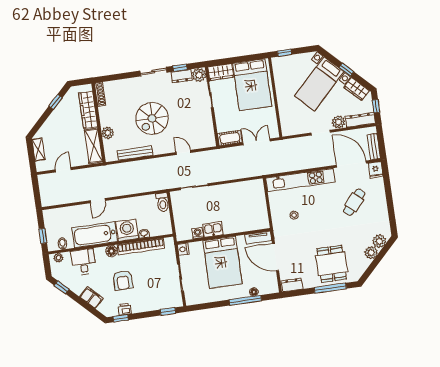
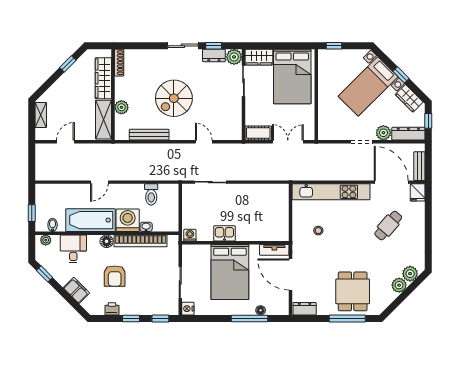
toilet: (163, 202) -> (151, 194), moved
washing machine: (198, 233) -> (190, 235), moved
nightstand: (183, 249) -> (188, 309), moved
window: (121, 318) -> (131, 318), moved

